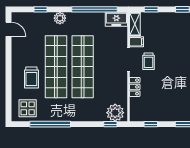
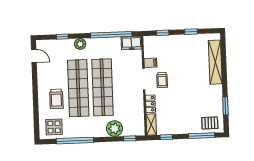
shelving: (135, 24) -> (151, 124), moved
plant: (115, 113) -> (115, 129), moved

